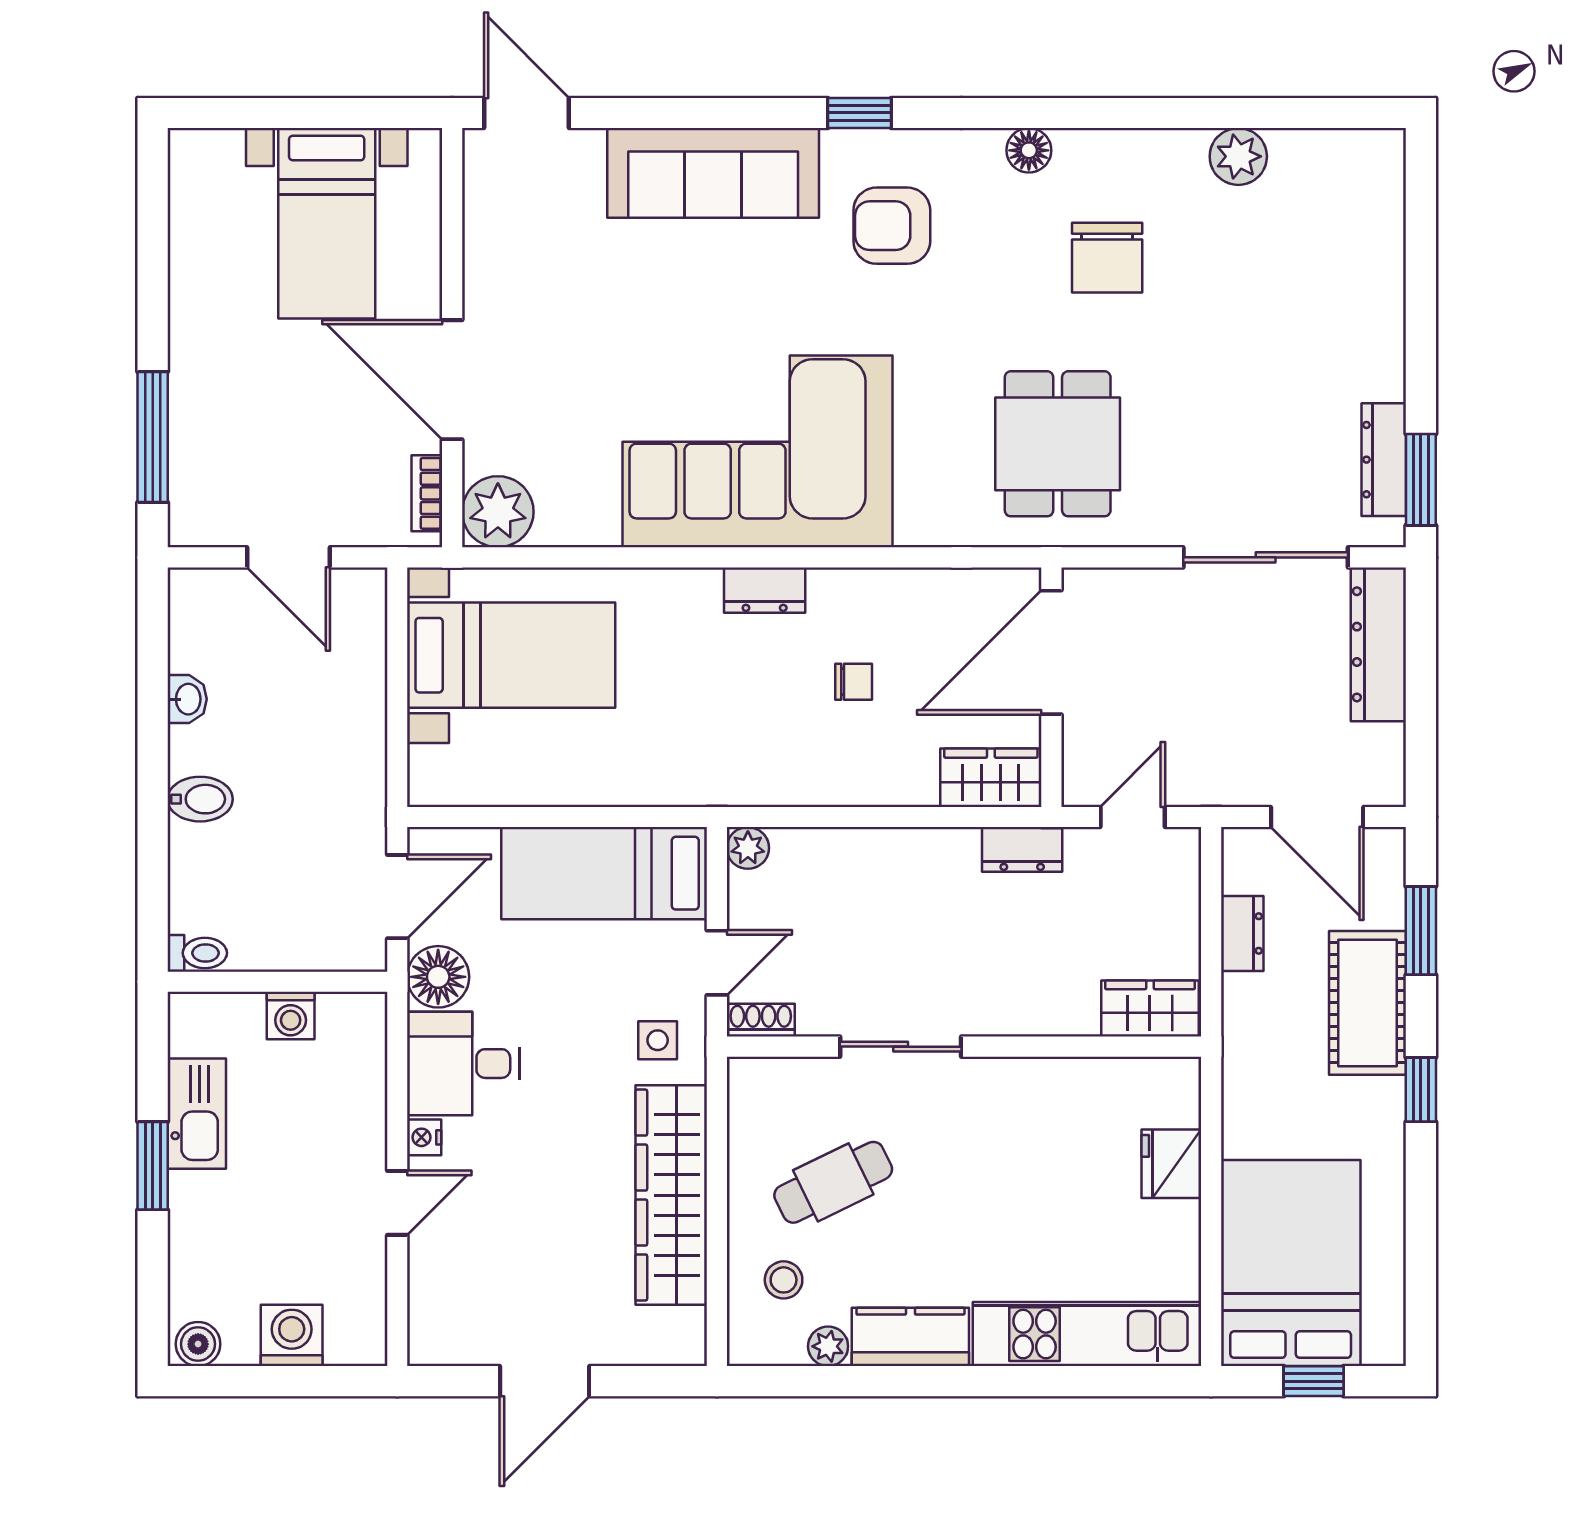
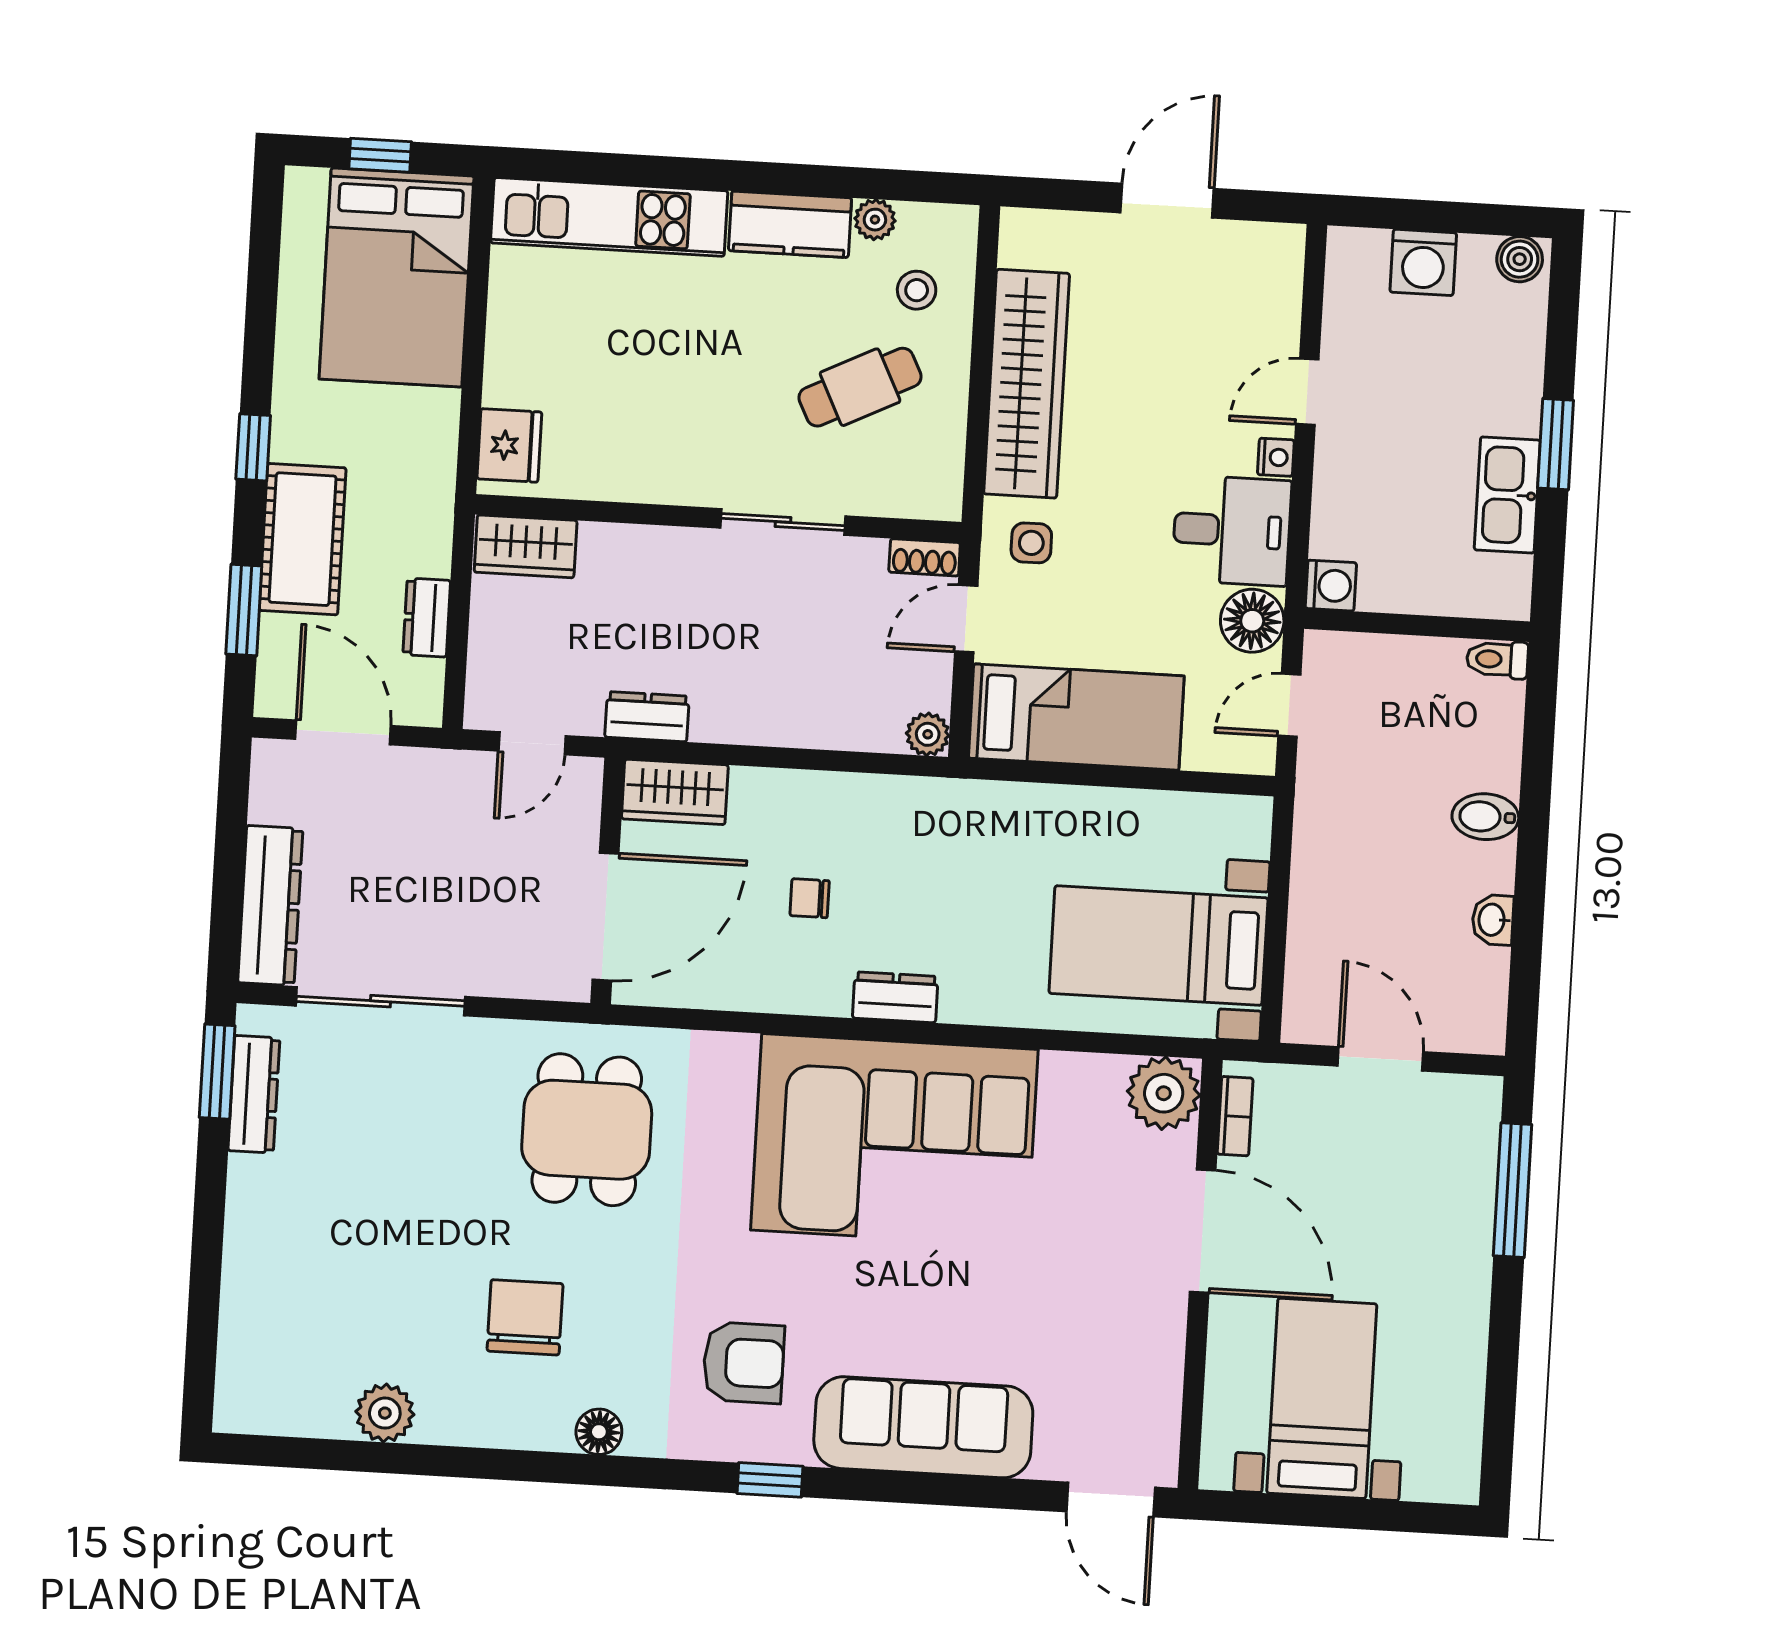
door: (397, 897) -> (1289, 705), width x0.73
washing machine: (291, 1015) -> (1331, 586), moved, turned 90
fridge: (1171, 1164) -> (509, 445), moved

